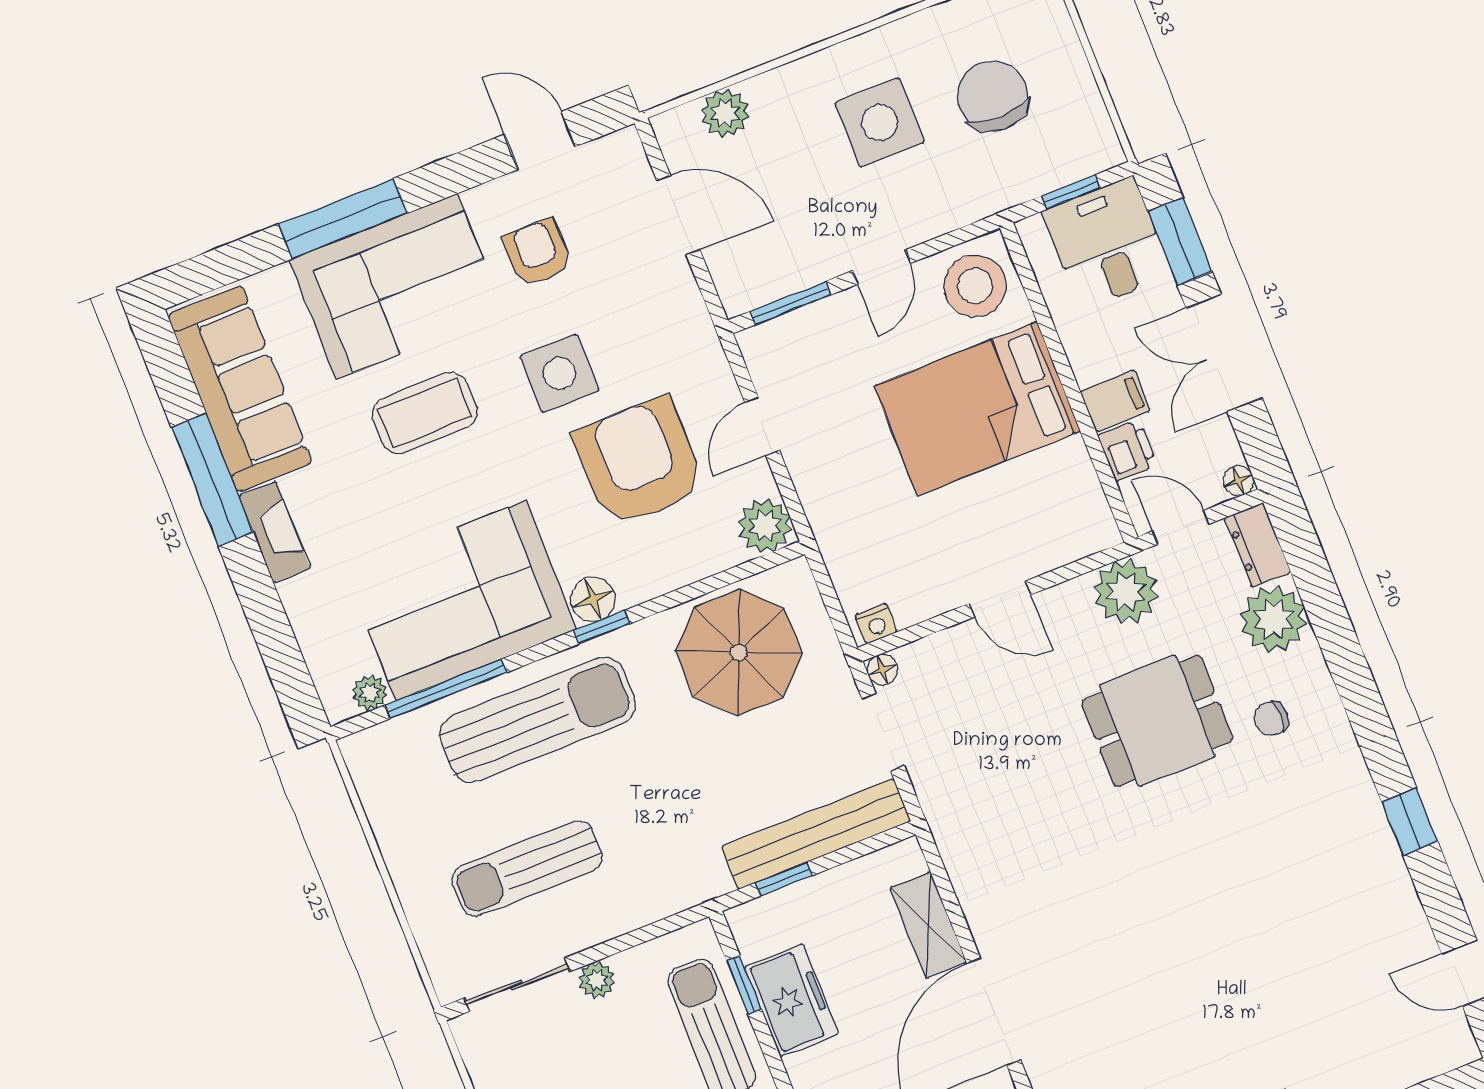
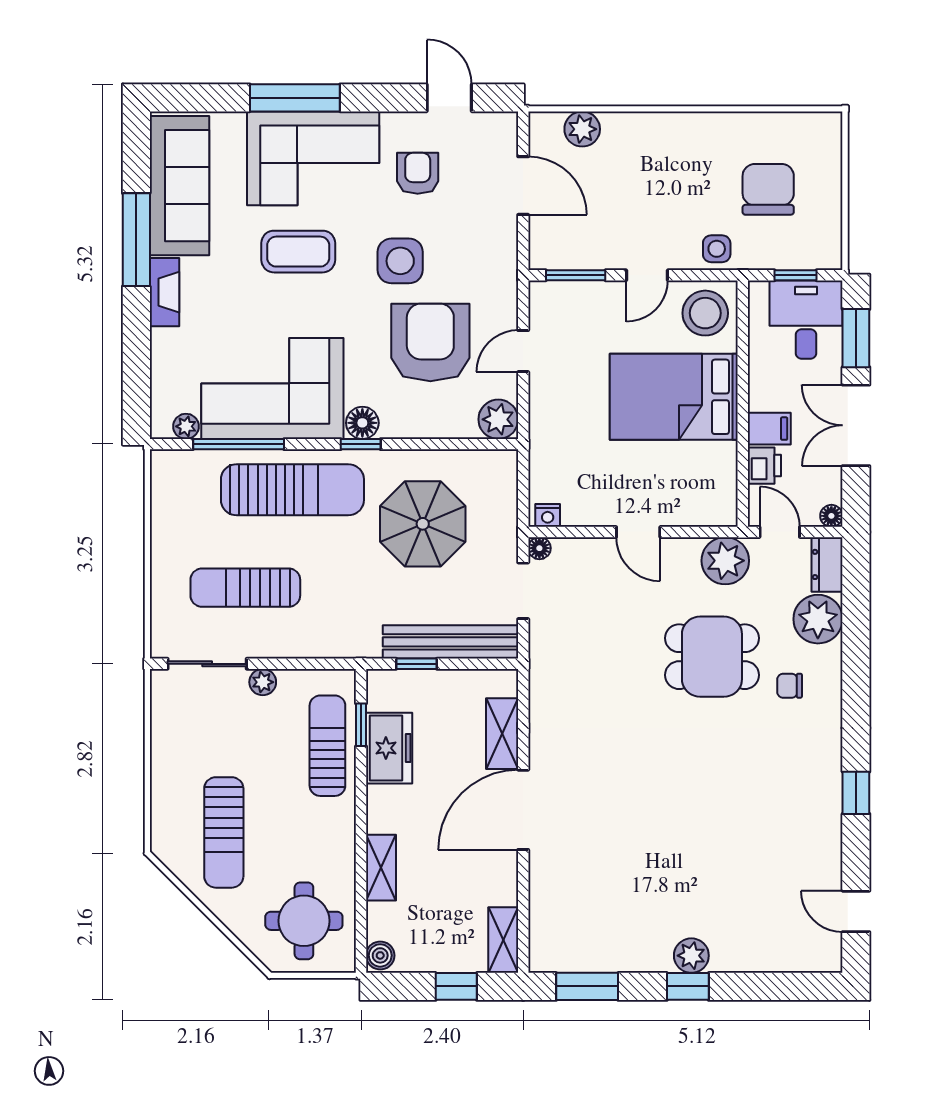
side table: (880, 123) -> (717, 249), moved, width x0.54, depth x0.54
parasol: (739, 652) -> (423, 524), moved

